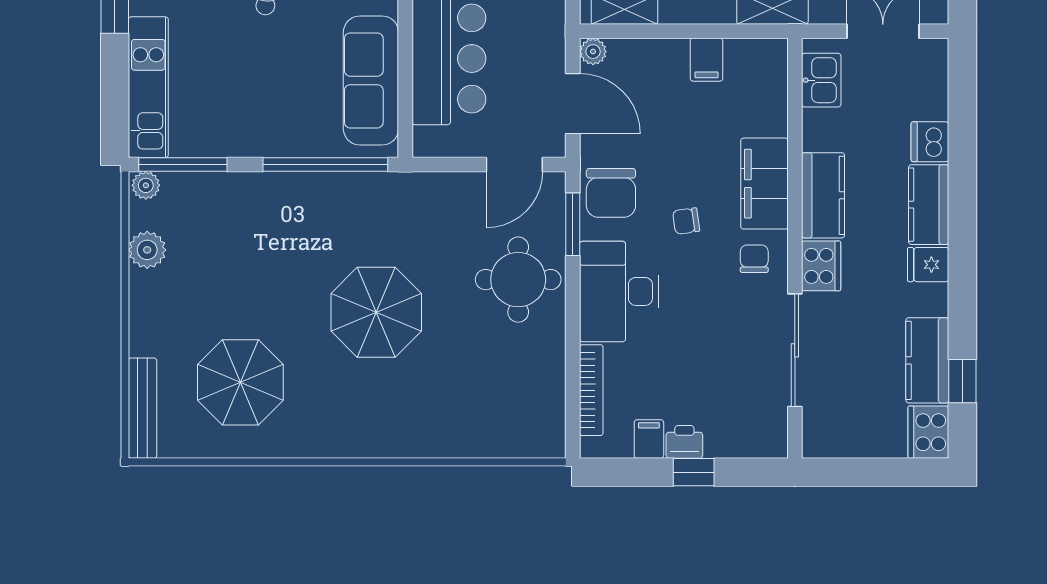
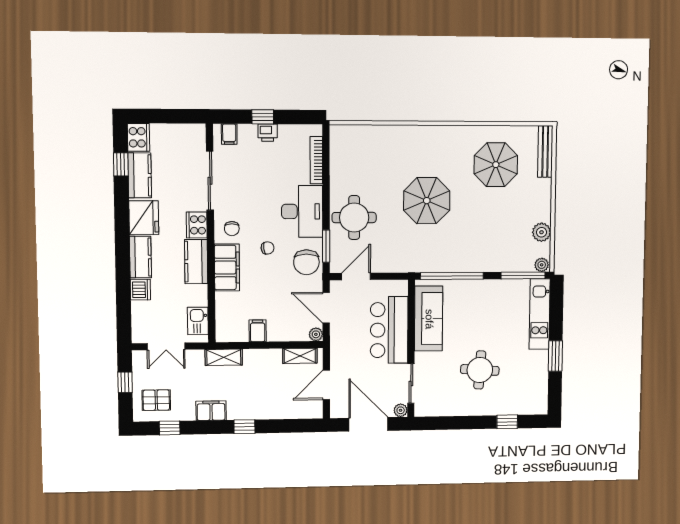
chair: (611, 193) -> (306, 262), turned 180
fridge: (928, 265) -> (144, 218), width x1.88, depth x1.34
filing cabinet: (649, 439) -> (229, 134), moved

